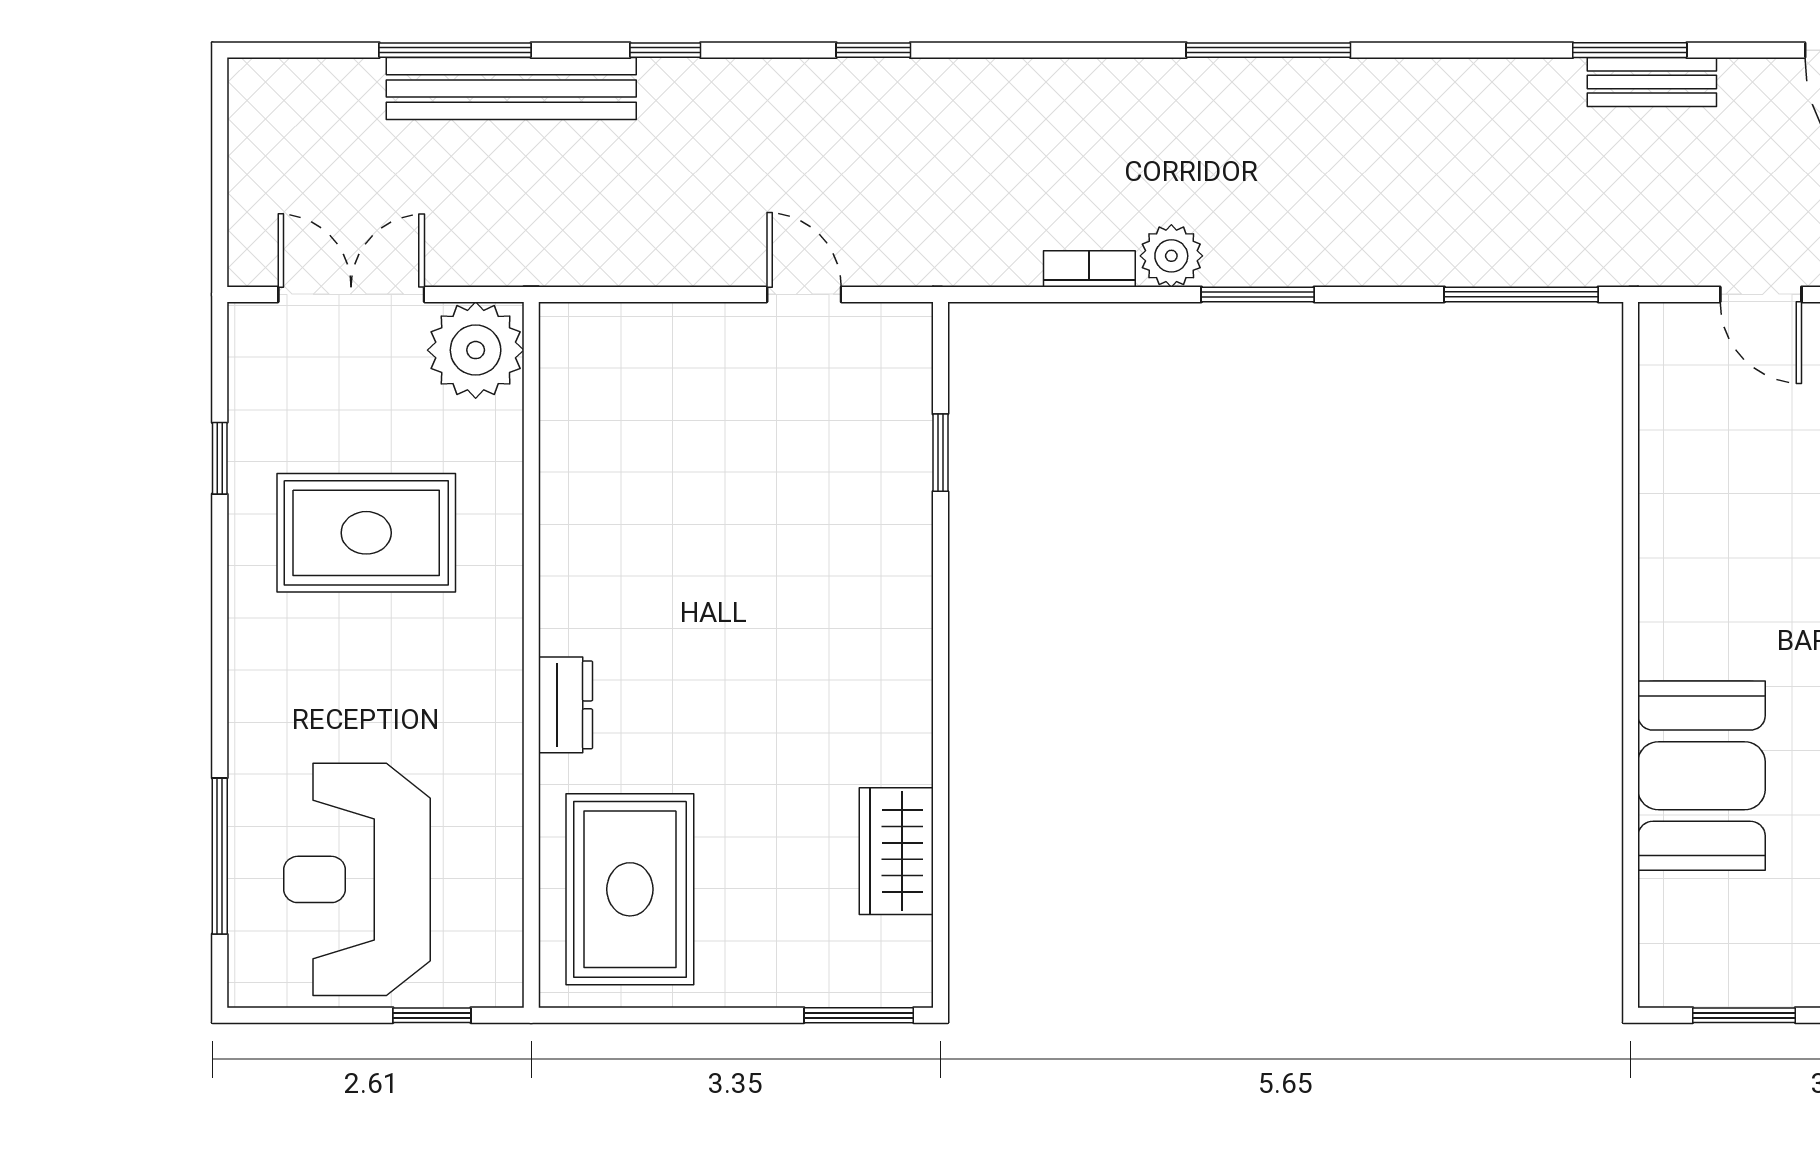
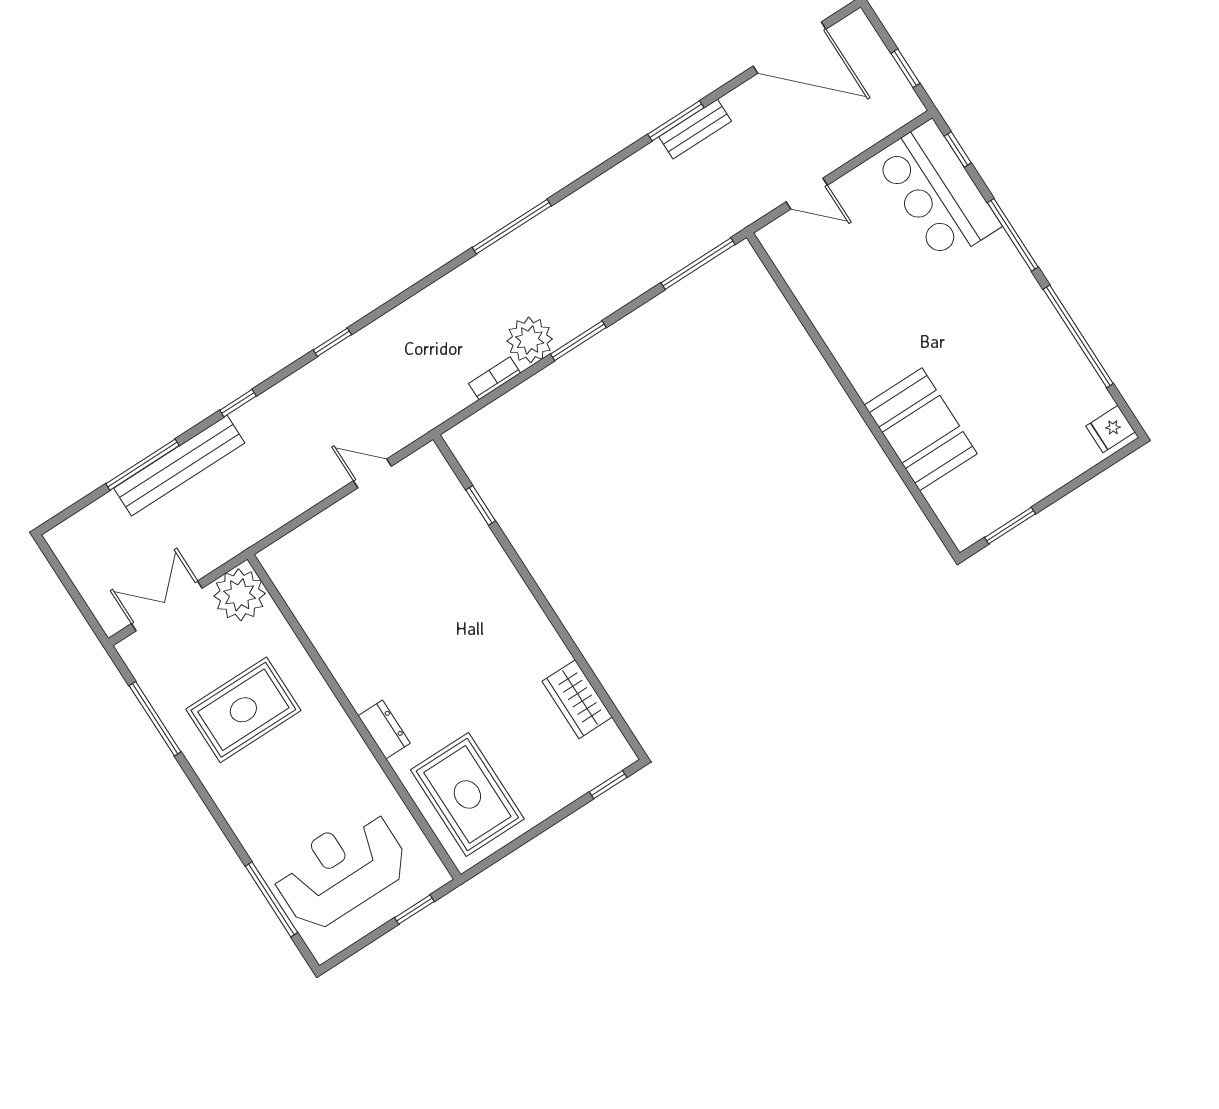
plant: (1171, 256) -> (530, 340), width x1.36, depth x1.36
window: (220, 458) -> (155, 719), width x2.17
reception desk: (357, 879) -> (341, 870), turned 90
window: (859, 1015) -> (608, 785), width x0.67

